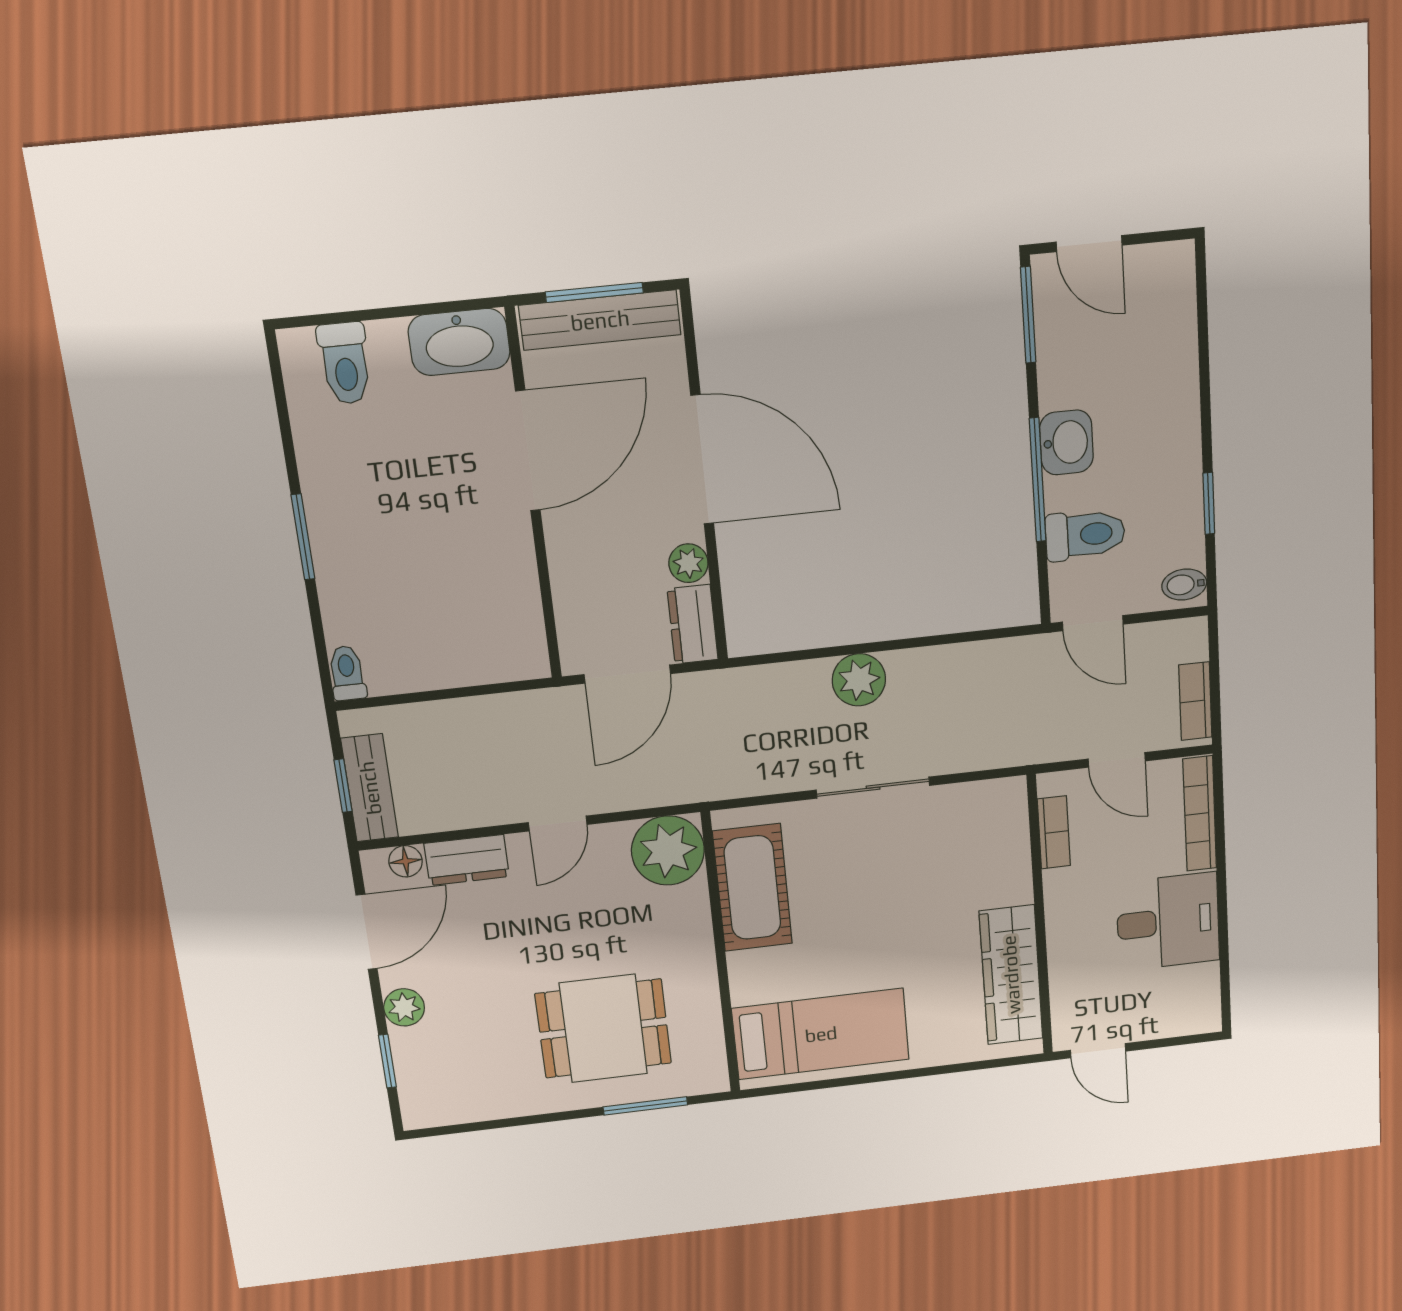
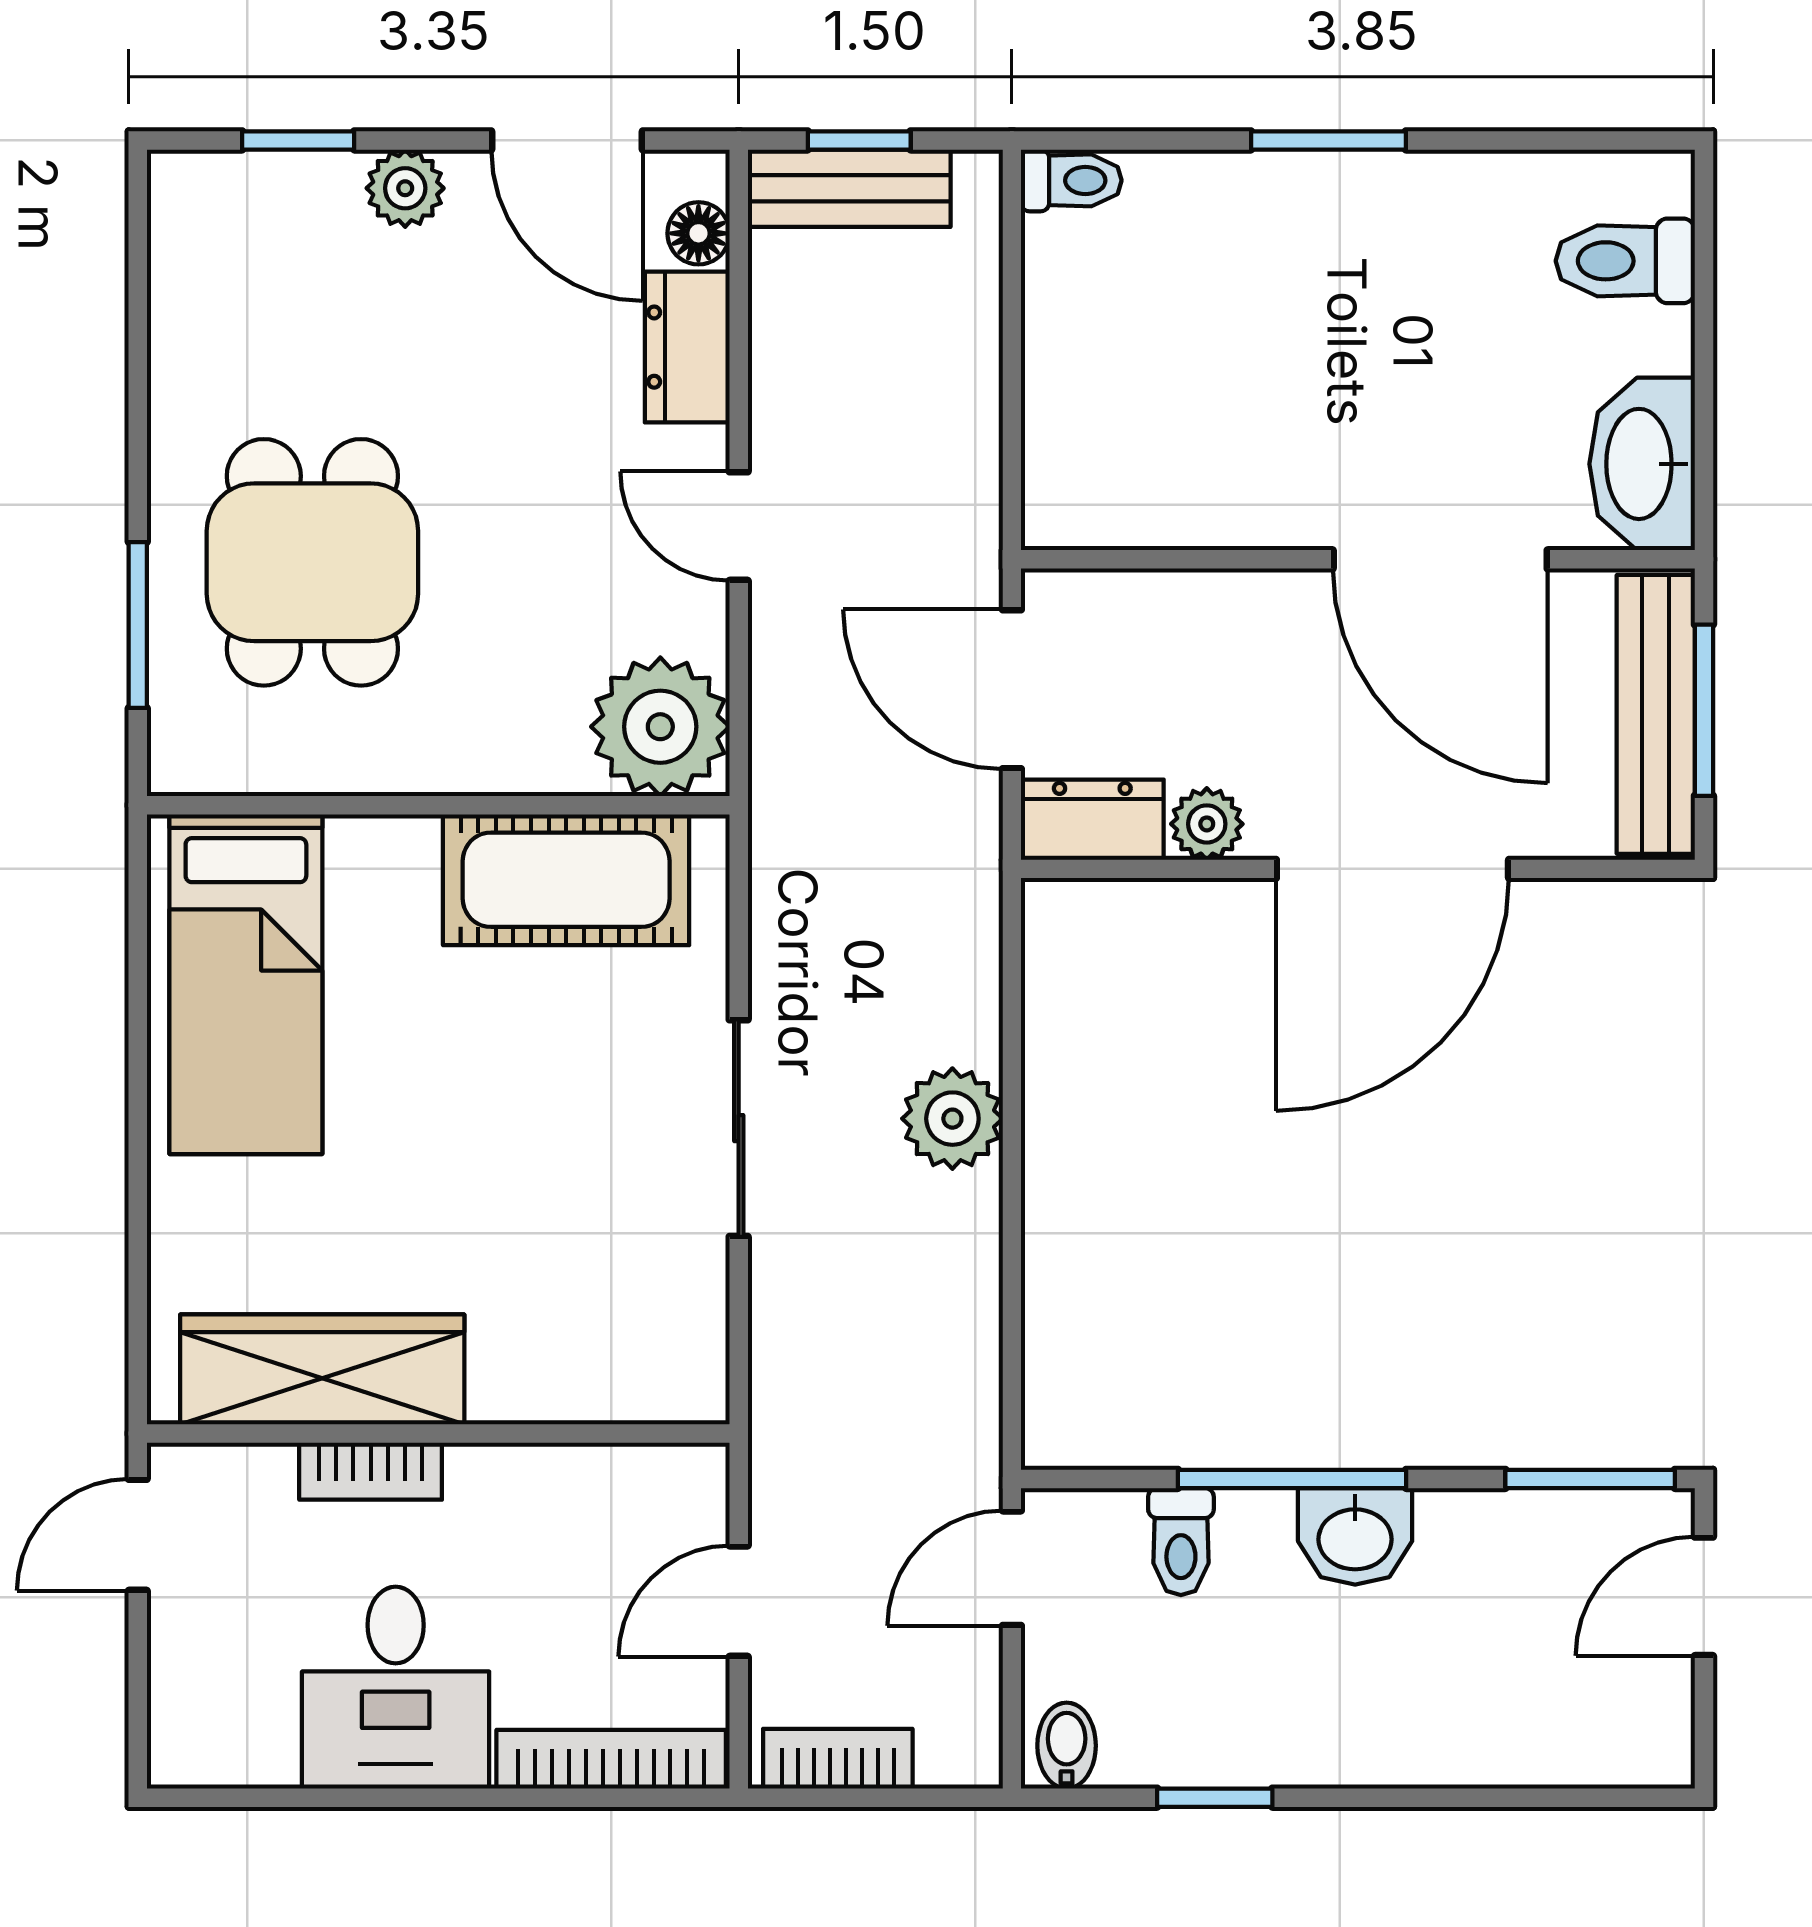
toilet: (1085, 535) -> (1181, 1542), width x0.73, depth x0.72
bookcase: (1054, 832) -> (371, 1471), moved

